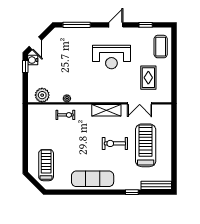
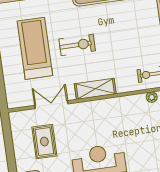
treadmill: (146, 145) -> (35, 48), turned 180

